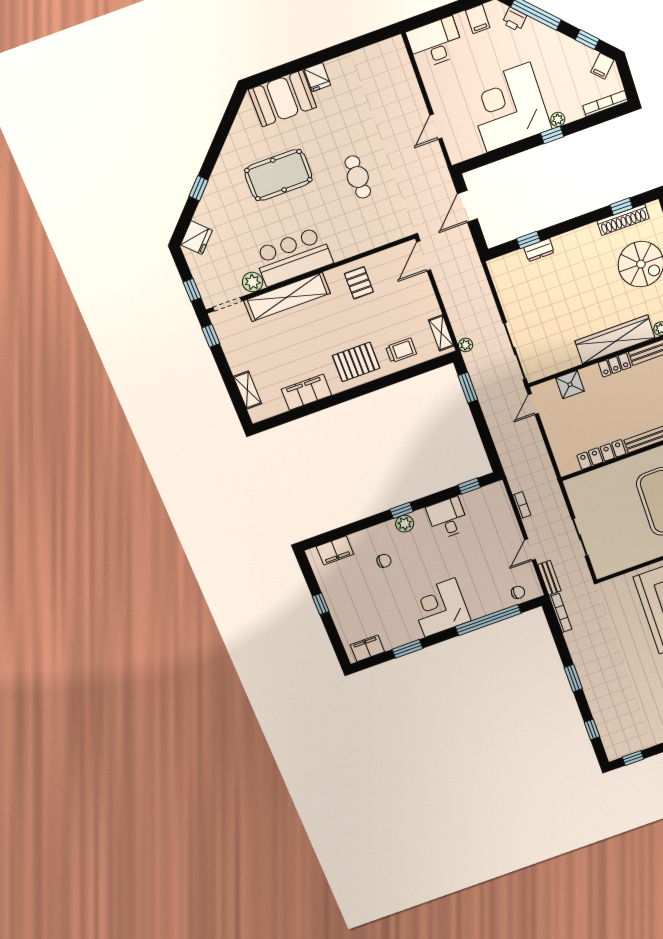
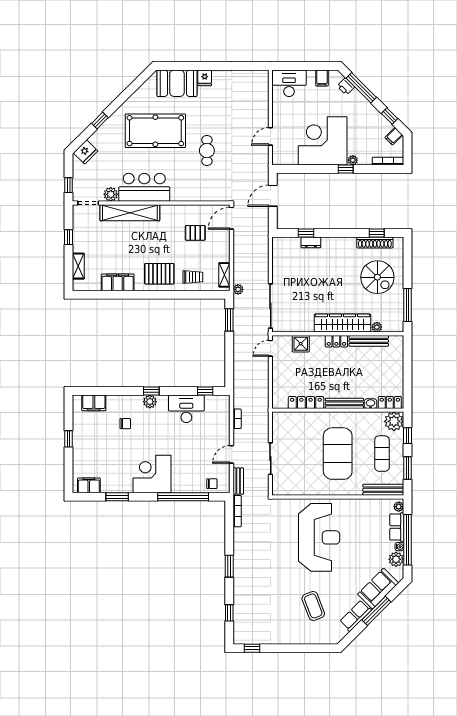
pool table: (278, 175) -> (155, 131), width x1.36, depth x1.32
pallet: (359, 283) -> (195, 233), moved, turned 90
window: (211, 336) -> (69, 237), moved
desk: (448, 518) -> (186, 409), width x1.37

